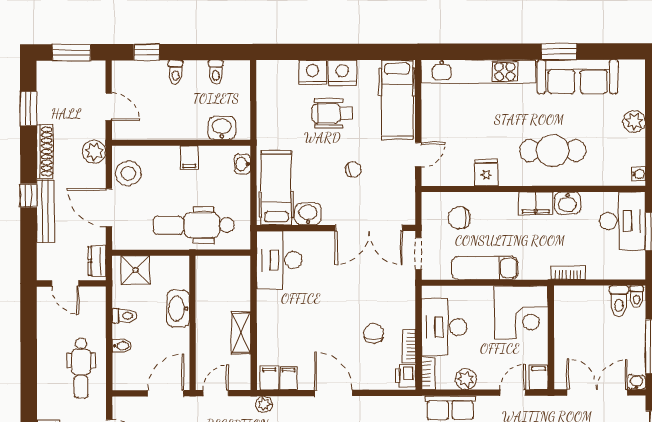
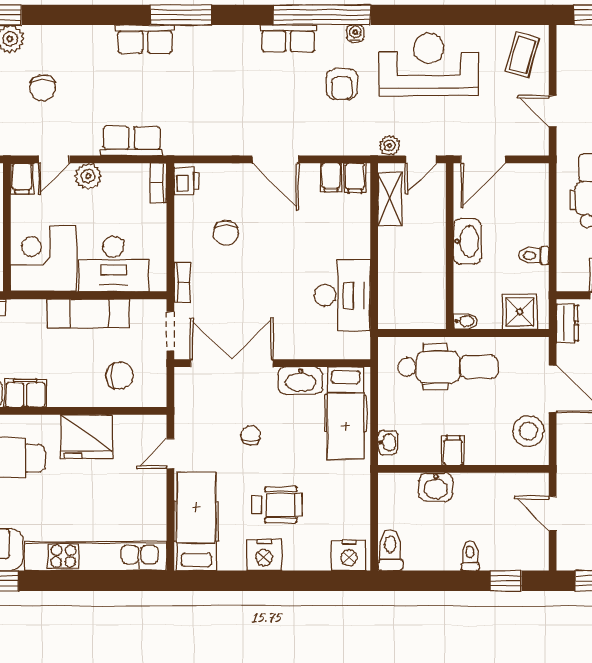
toilet: (216, 72) -> (390, 550), moved, width x1.37, depth x1.39
nightstand: (313, 72) -> (349, 555), moved
washbasin: (222, 128) -> (436, 487), moved
plant: (94, 152) -> (571, 458), removed
chair: (353, 170) -> (251, 435), turned 99
fridge: (486, 173) -> (86, 437), width x1.88, depth x1.34
washbasin: (308, 214) -> (300, 381), width x1.38
desk: (279, 260) -> (342, 295), moved
washbasin: (178, 309) -> (467, 241), moved
desk: (444, 327) -> (114, 264), moved, turned 90
shelving: (241, 333) -> (390, 199), moved
bidet: (122, 346) -> (465, 321), moved, turned 180
bookcase: (409, 346) -> (182, 282), moved
plant: (466, 379) -> (88, 176), moved
plant: (264, 404) -> (390, 146), moved

